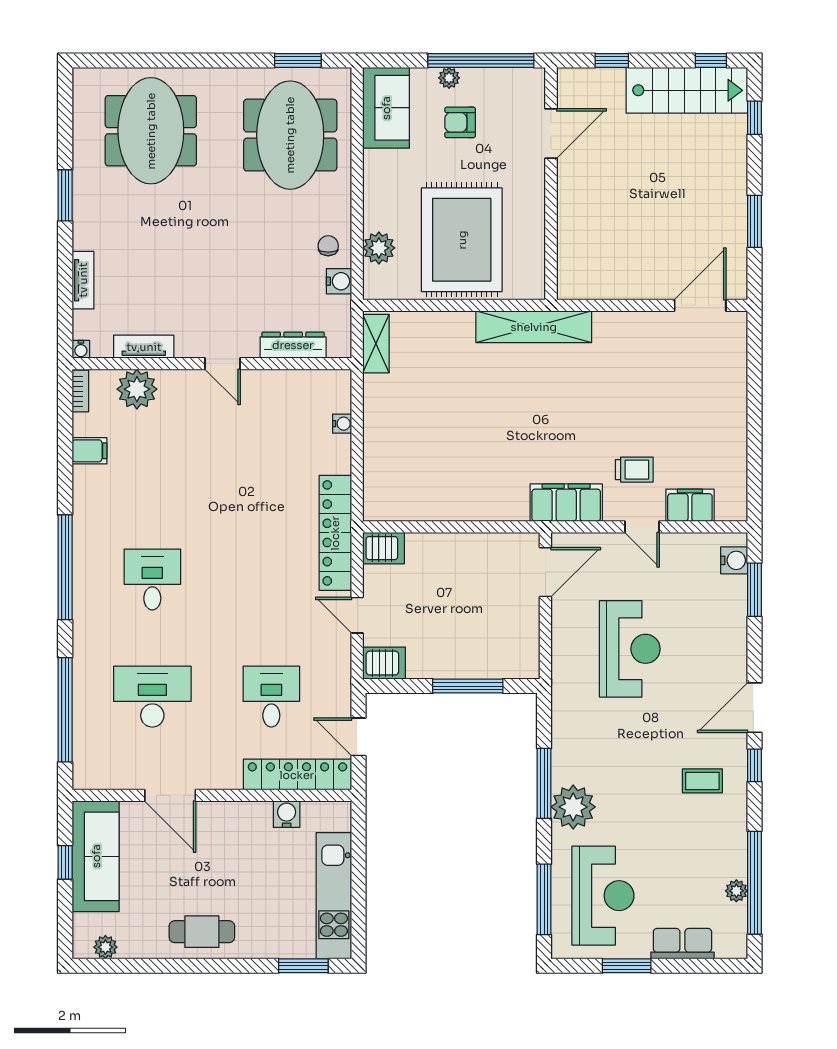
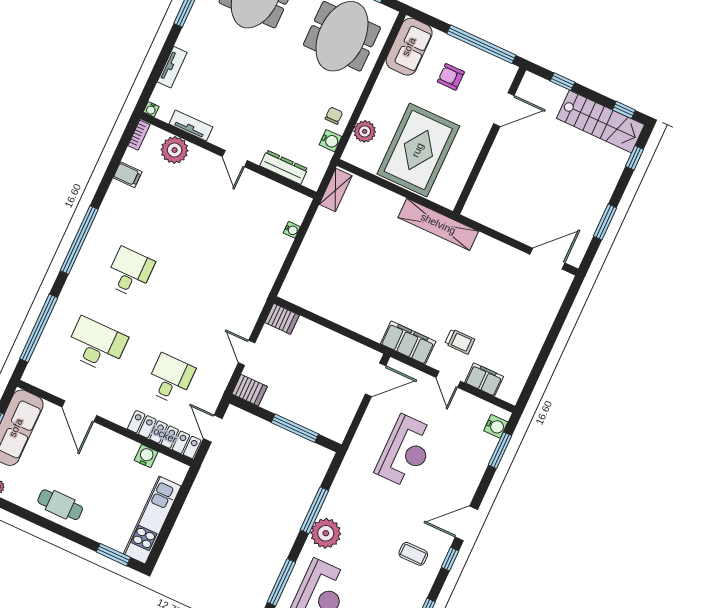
plant: (449, 78) -> (457, 46), removed
locker: (335, 533) -> (257, 296), removed

